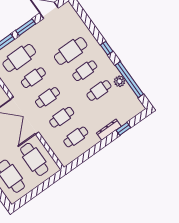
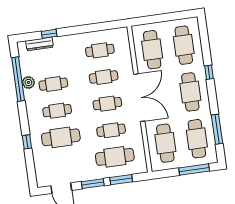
window: (107, 48) -> (27, 142), moved
dresser: (109, 130) -> (39, 44), moved

